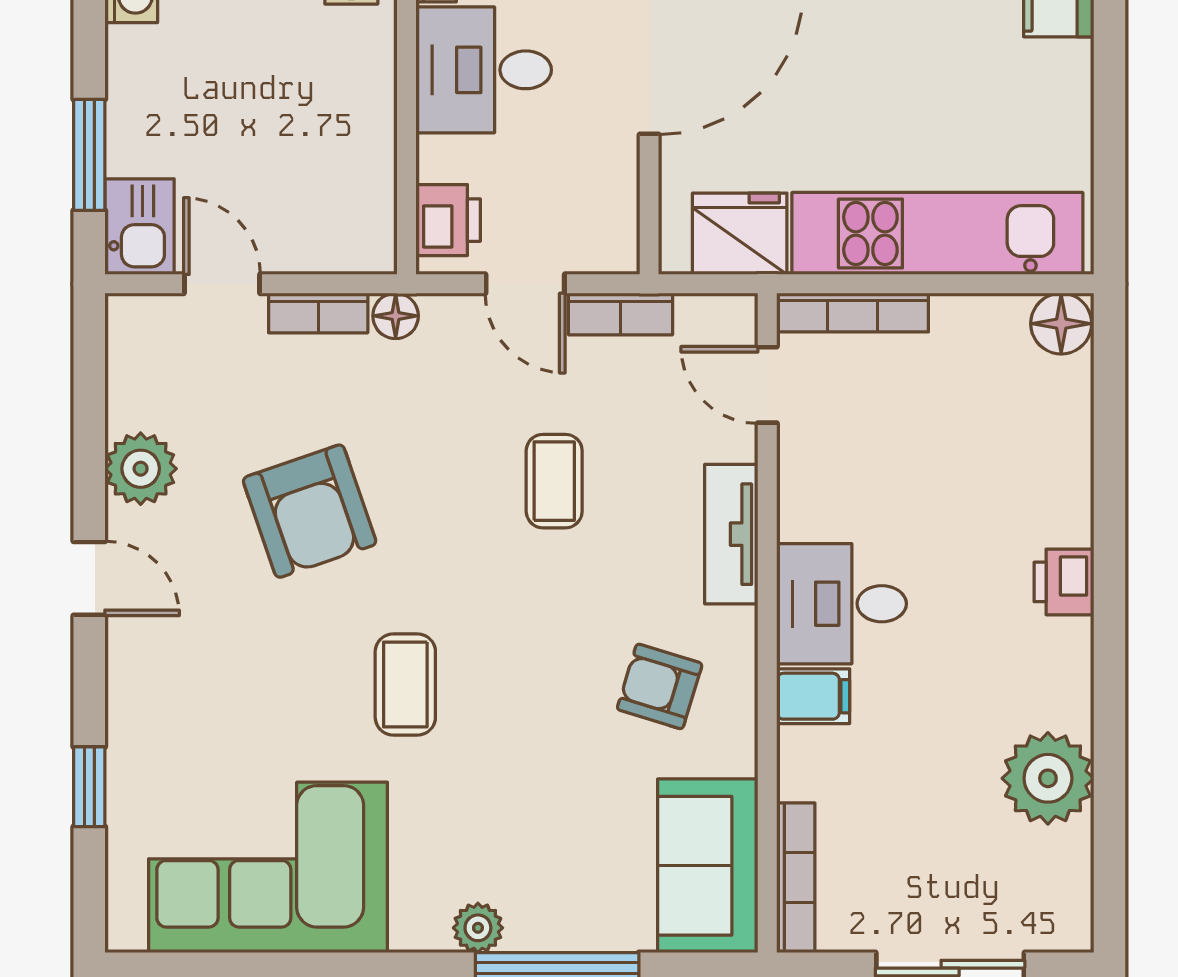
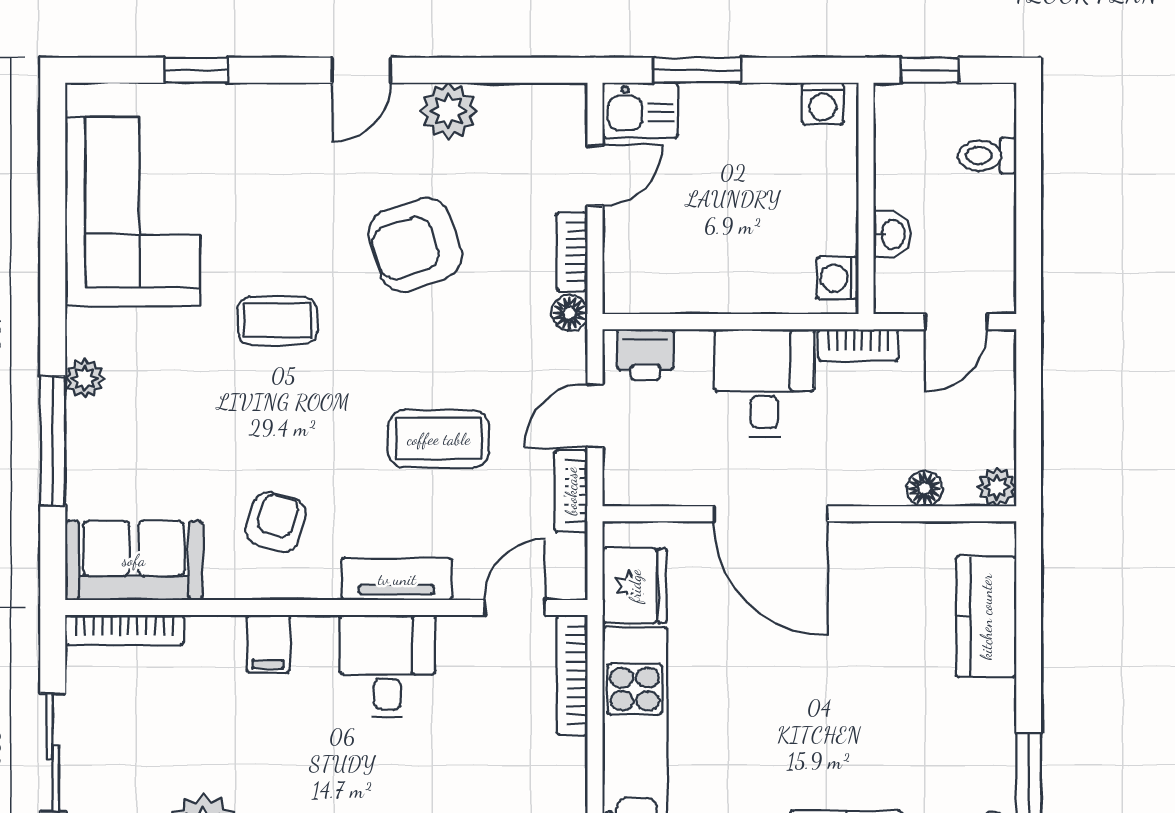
coffee table: (554, 481) -> (439, 439), width x1.36, depth x1.30
desk: (841, 604) -> (387, 666), moved

